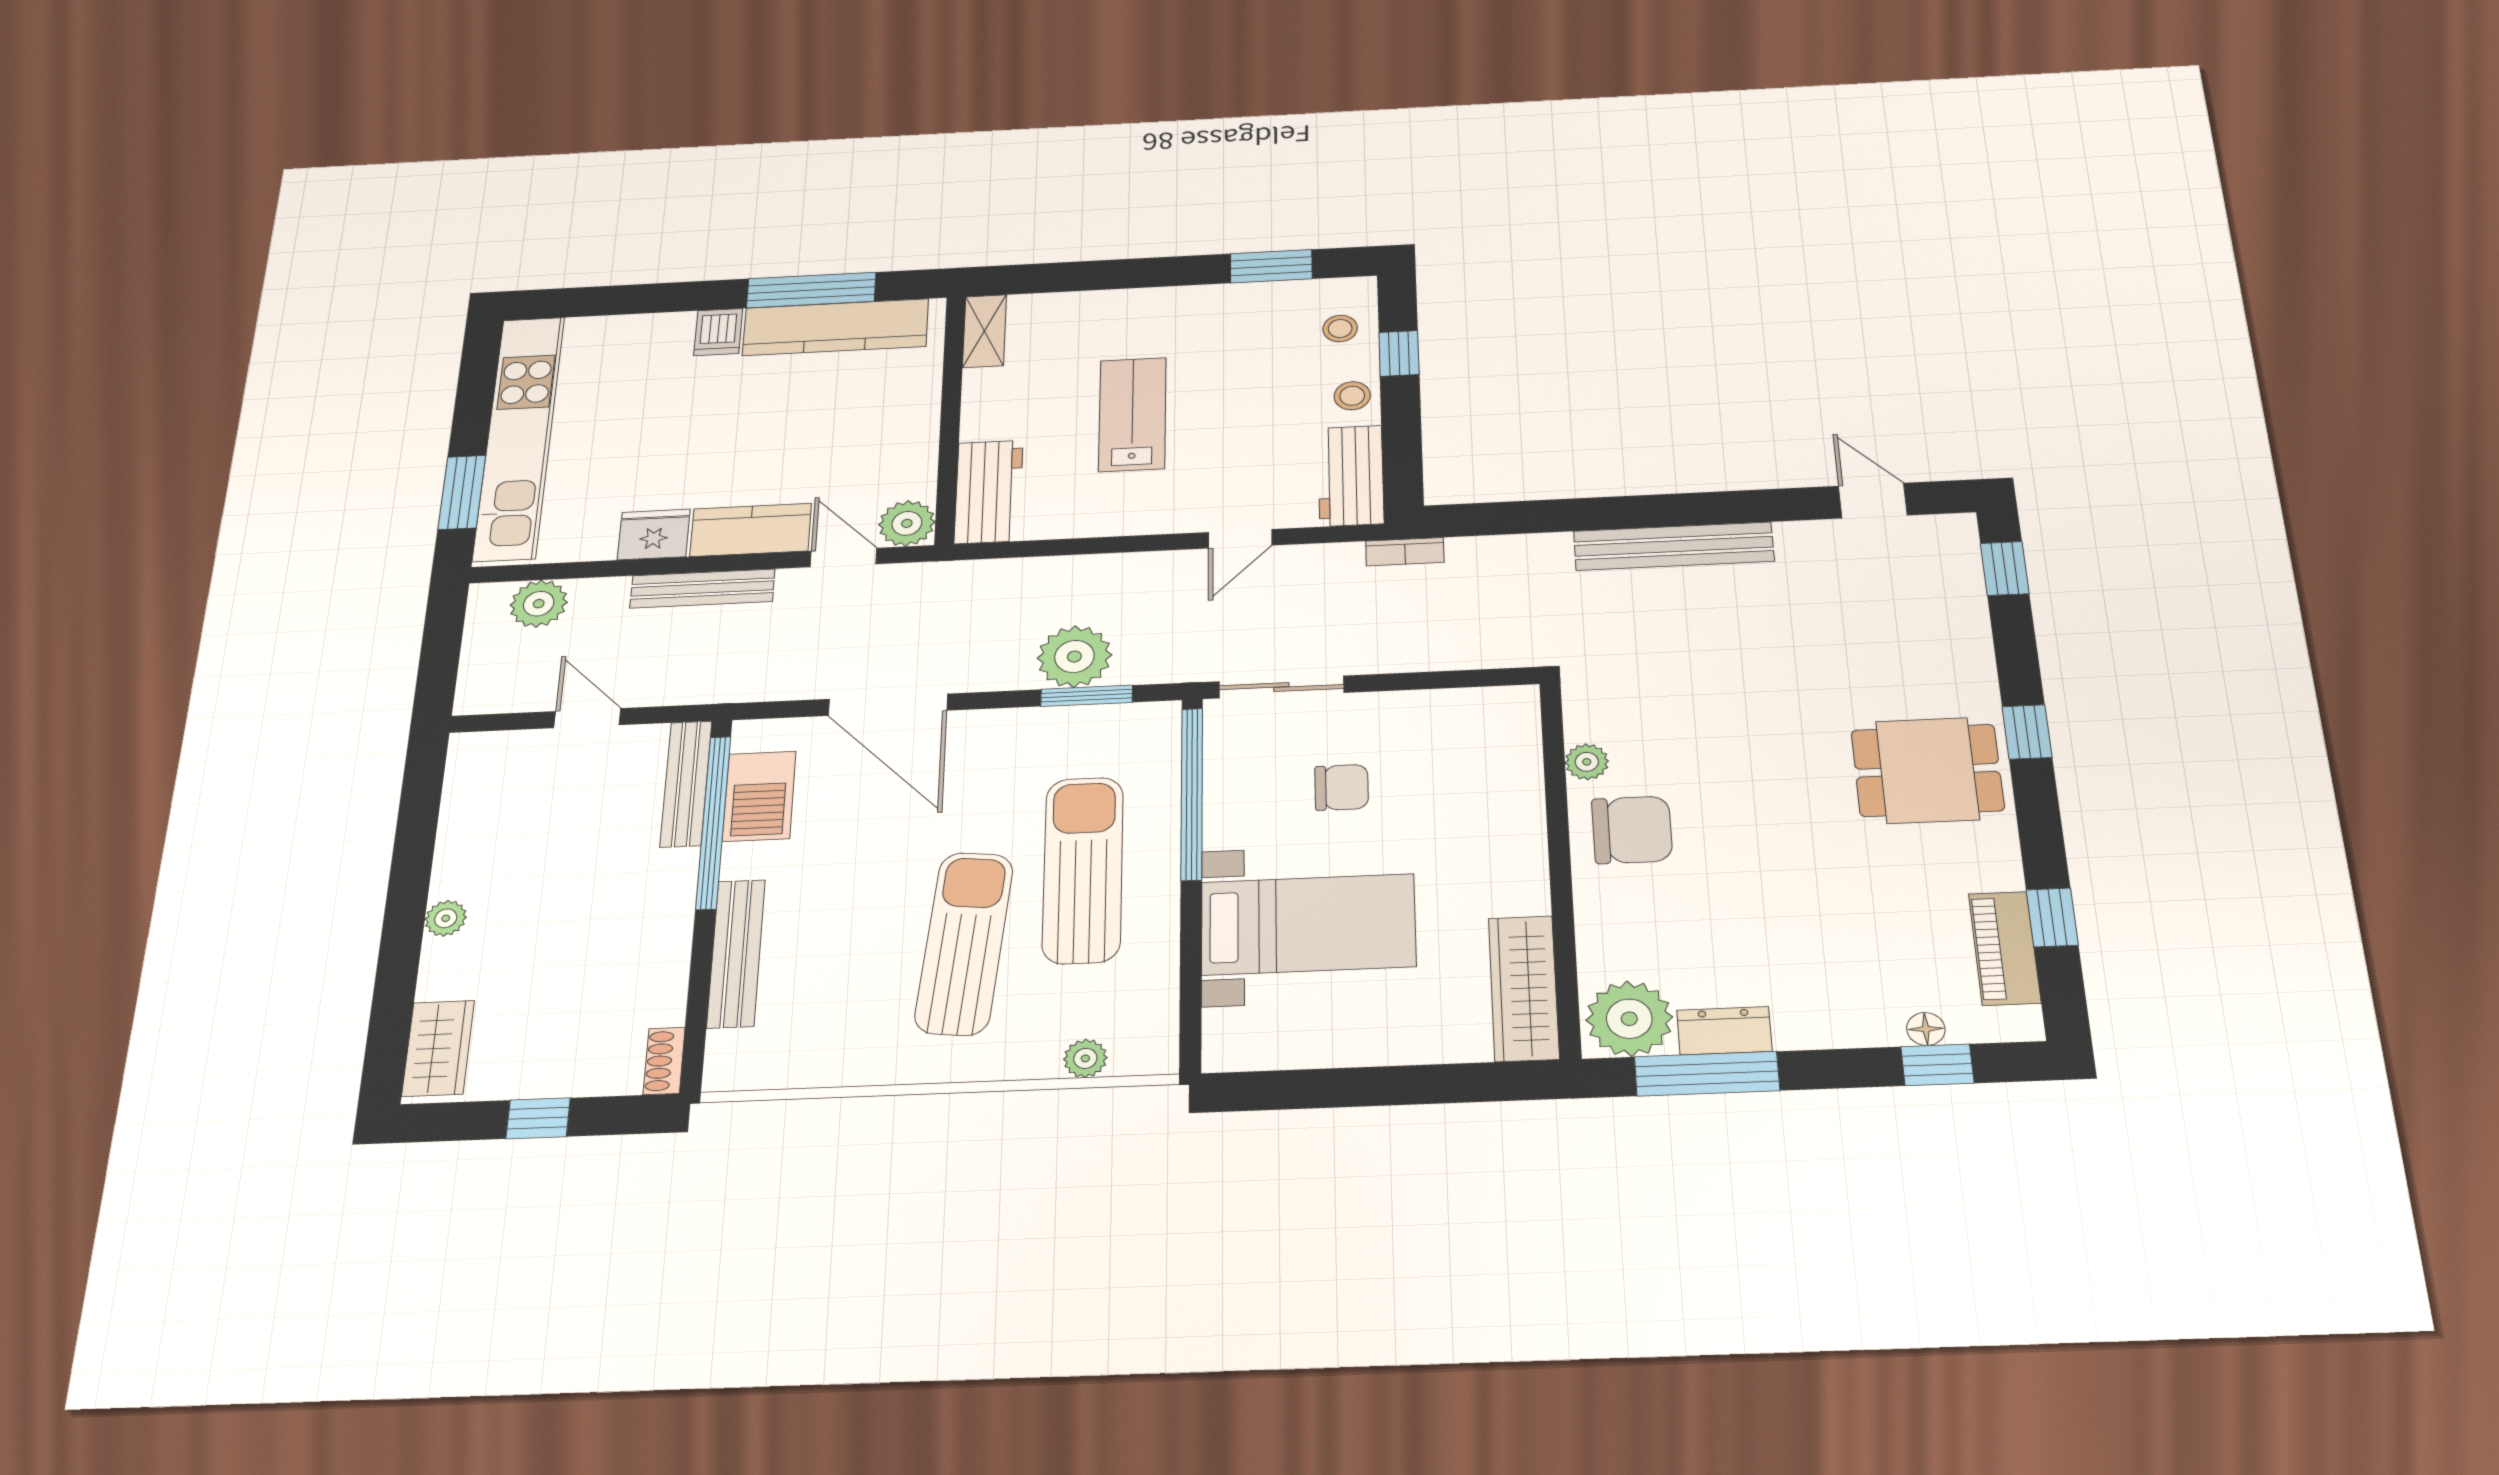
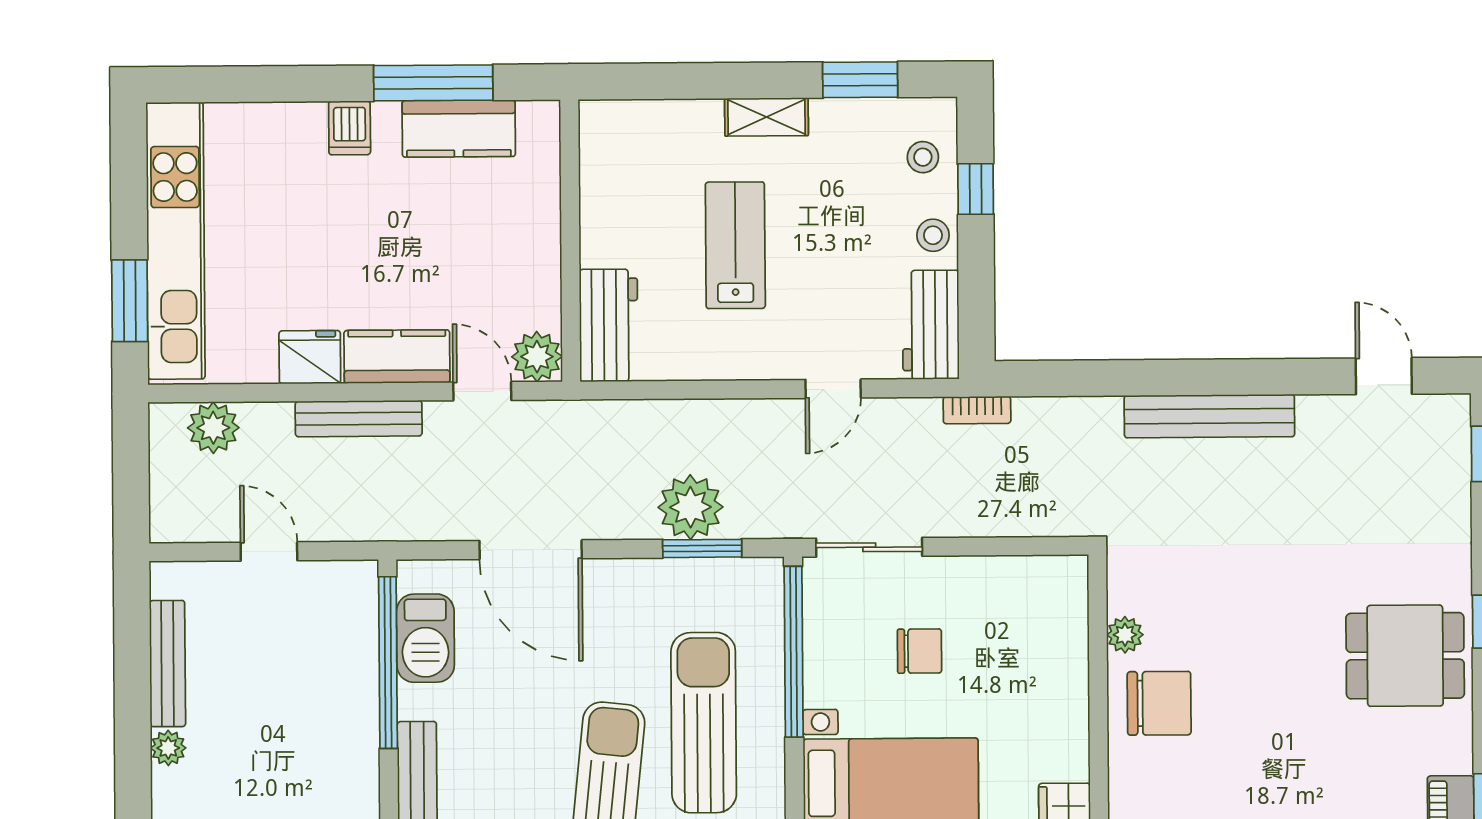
kitchen counter: (836, 327) -> (459, 129), width x0.67
shelving: (984, 331) -> (766, 117), moved, turned 90
bench: (686, 784) -> (168, 664), moved

